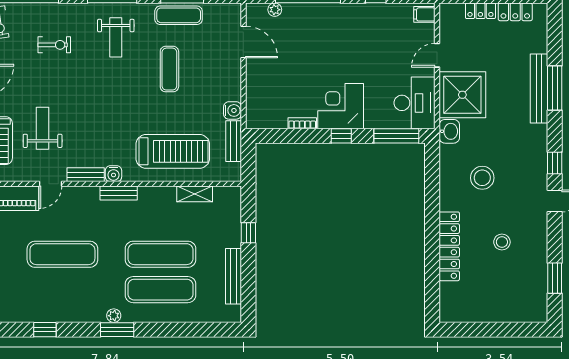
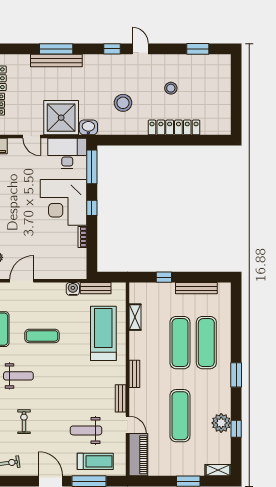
corner desk: (341, 106) -> (64, 202), width x1.36, depth x1.36
water cooler: (114, 174) -> (120, 378), removed
plant: (114, 316) -> (221, 423), moved, width x1.88, depth x1.88

